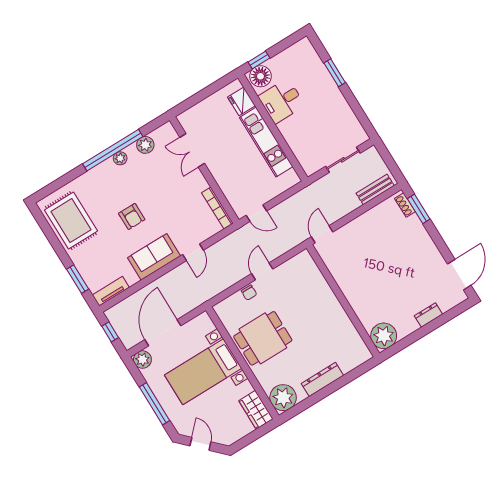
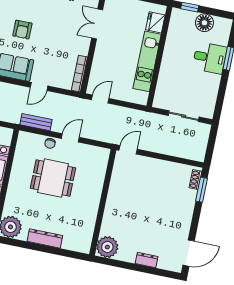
floor lamp: (260, 76) -> (204, 23), moved
desk: (282, 101) -> (210, 58), moved, turned 180
bench: (375, 189) -> (36, 122), moved
door: (256, 213) -> (100, 99), swing flipped
dining table: (263, 338) -> (53, 178), moved

